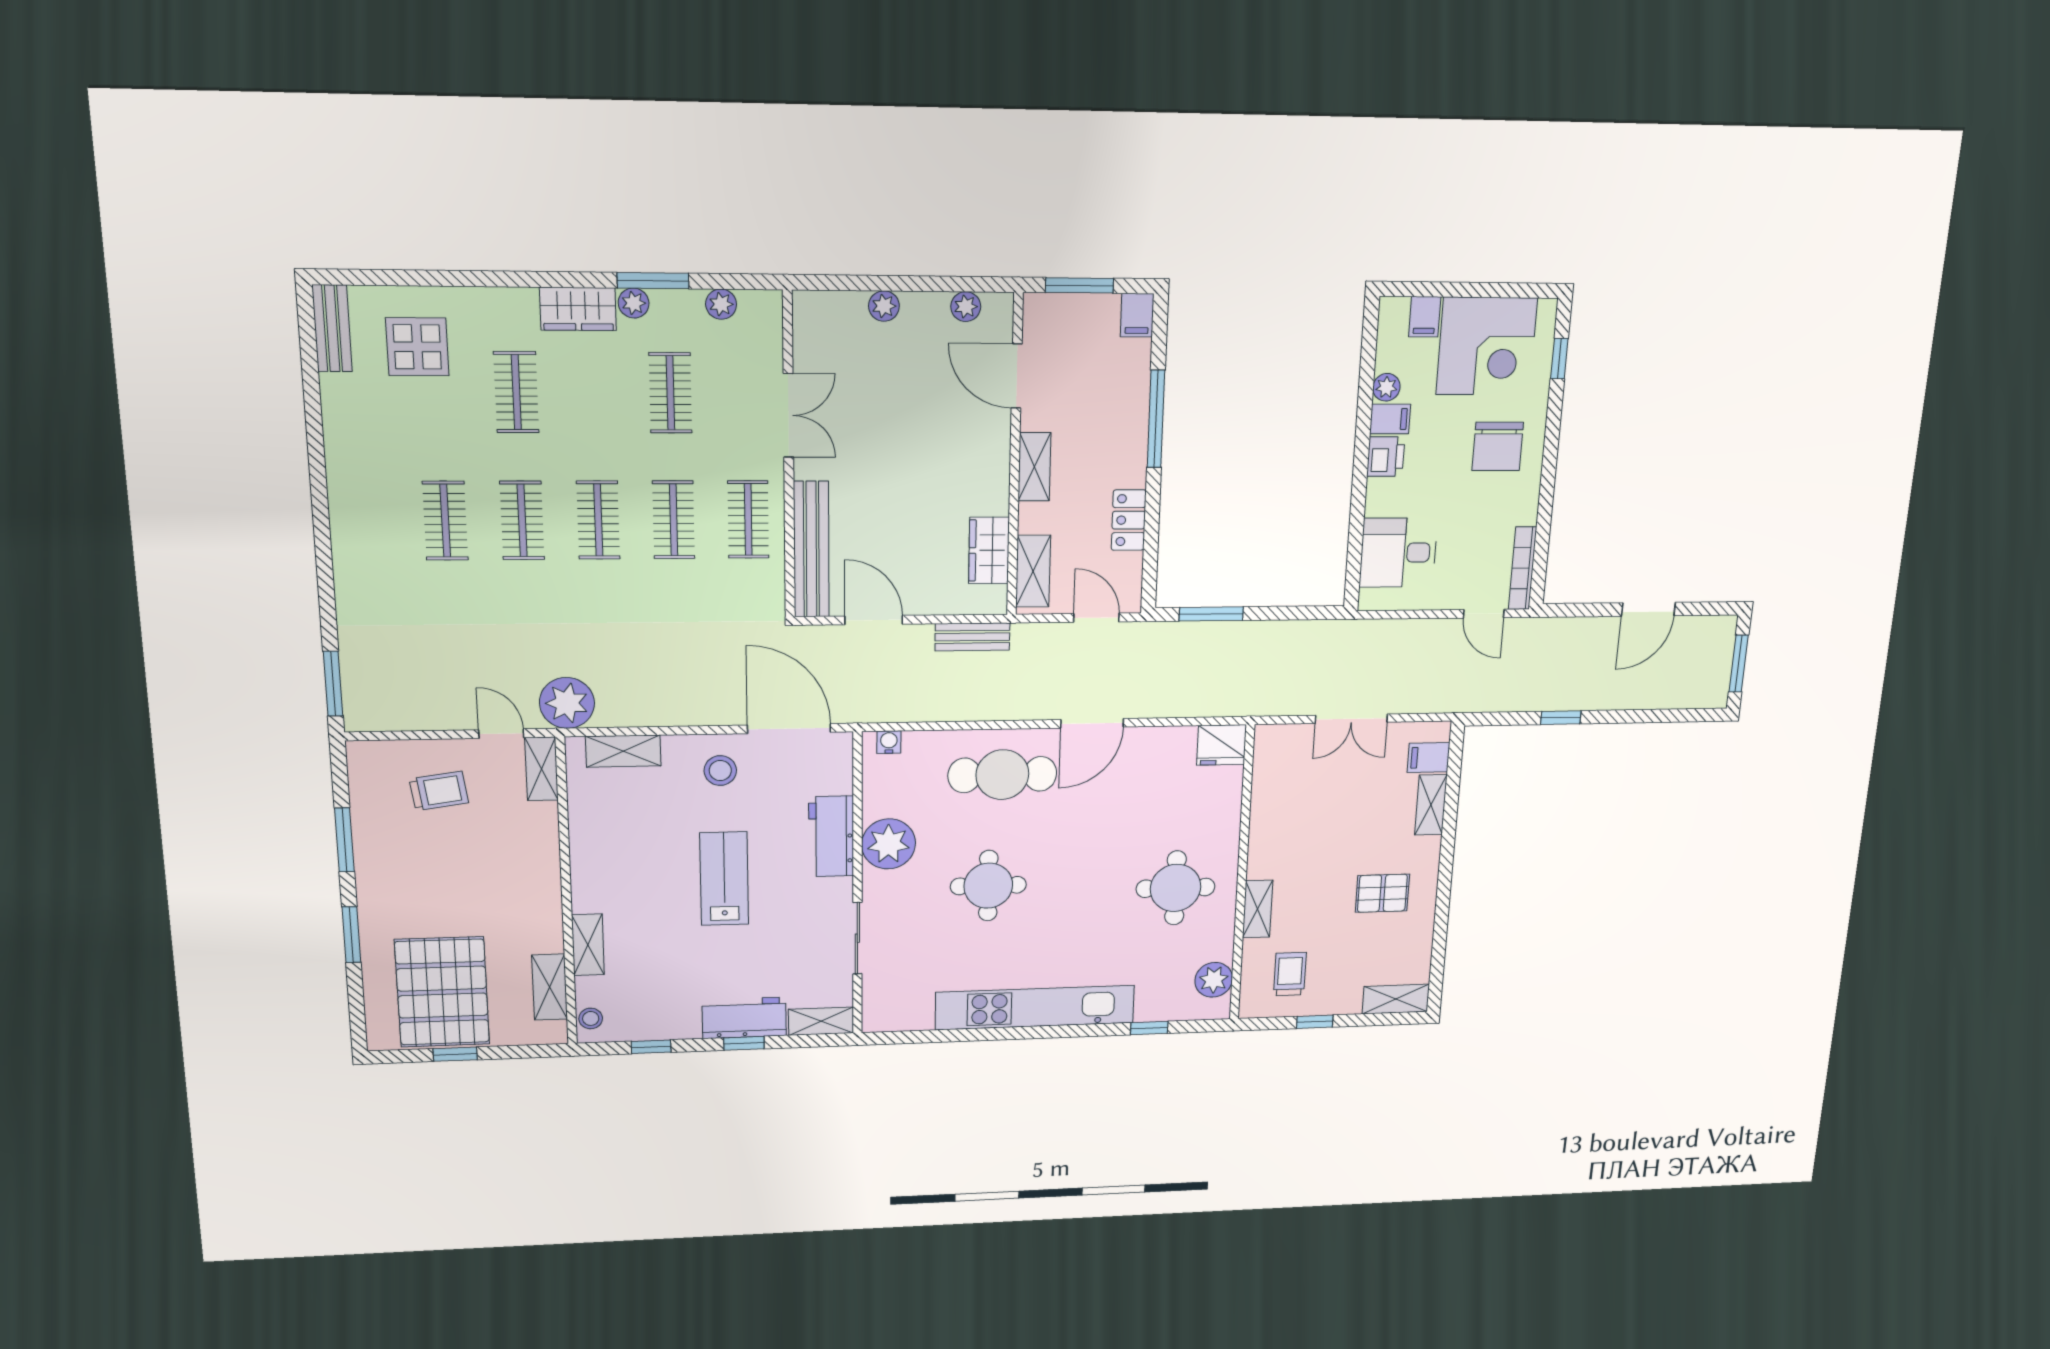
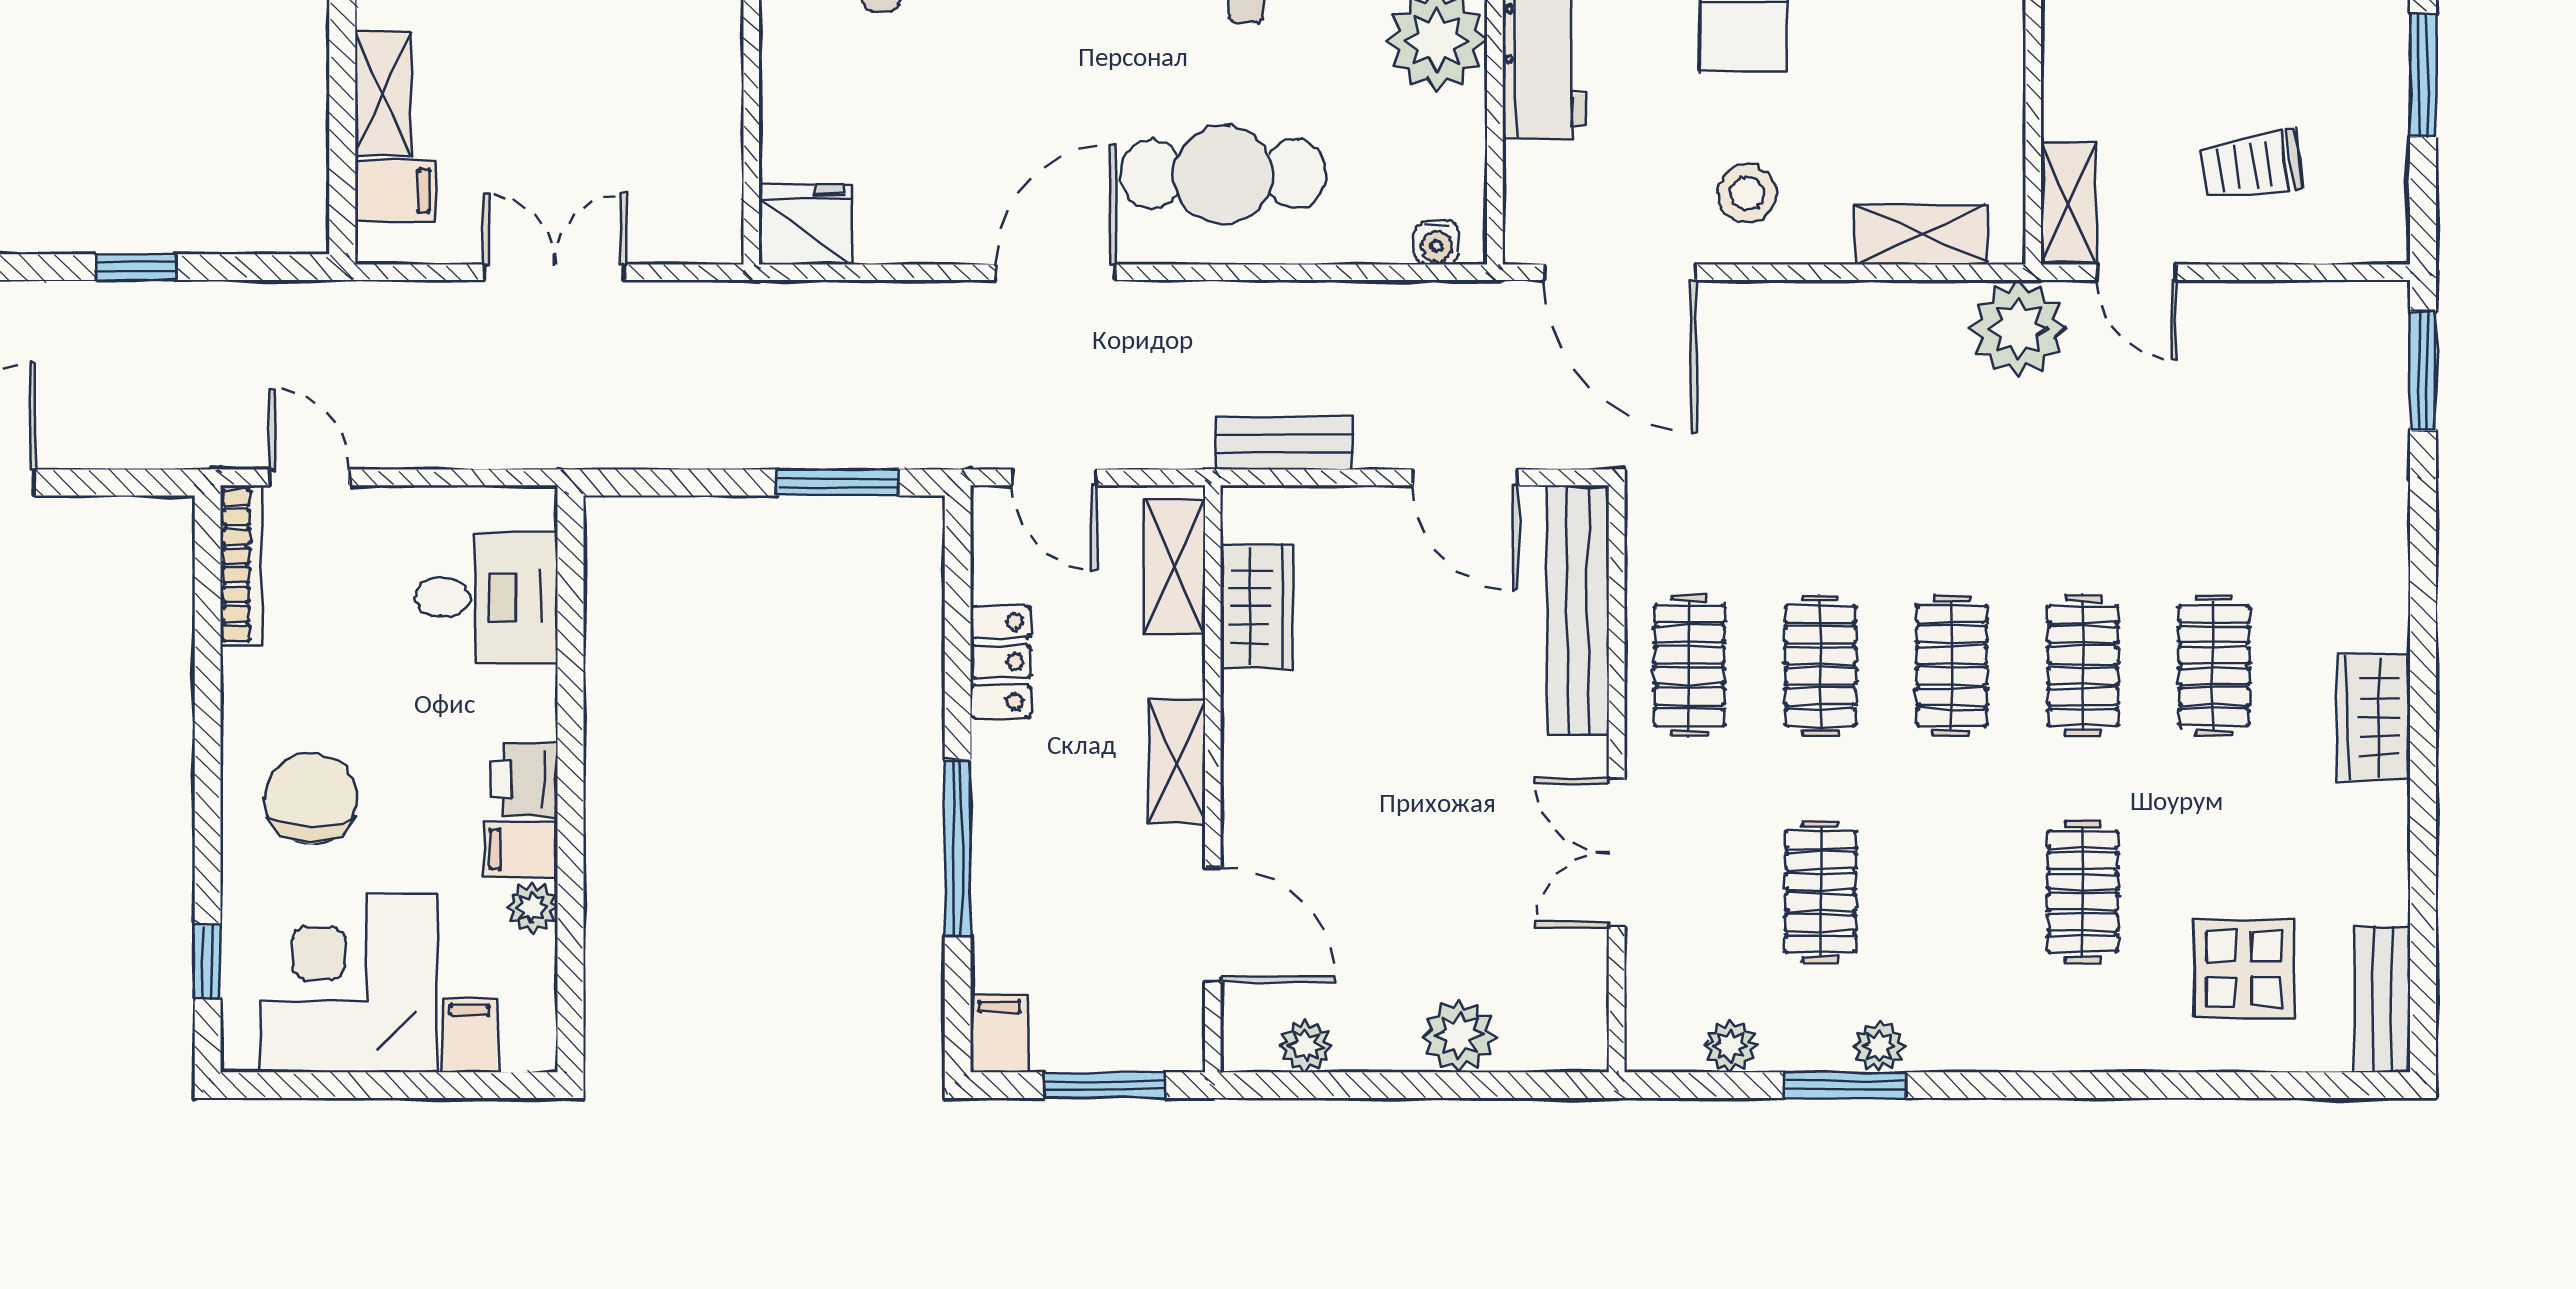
plant: (884, 306) -> (1459, 1036), width x1.38, depth x1.38
wardrobe: (578, 309) -> (2374, 717), moved, turned -90

